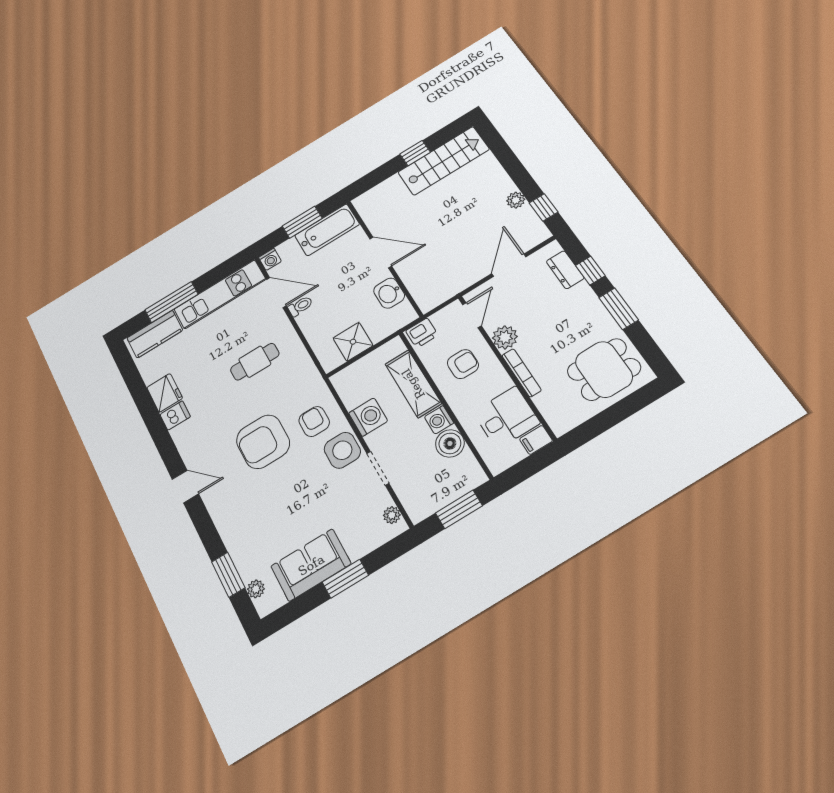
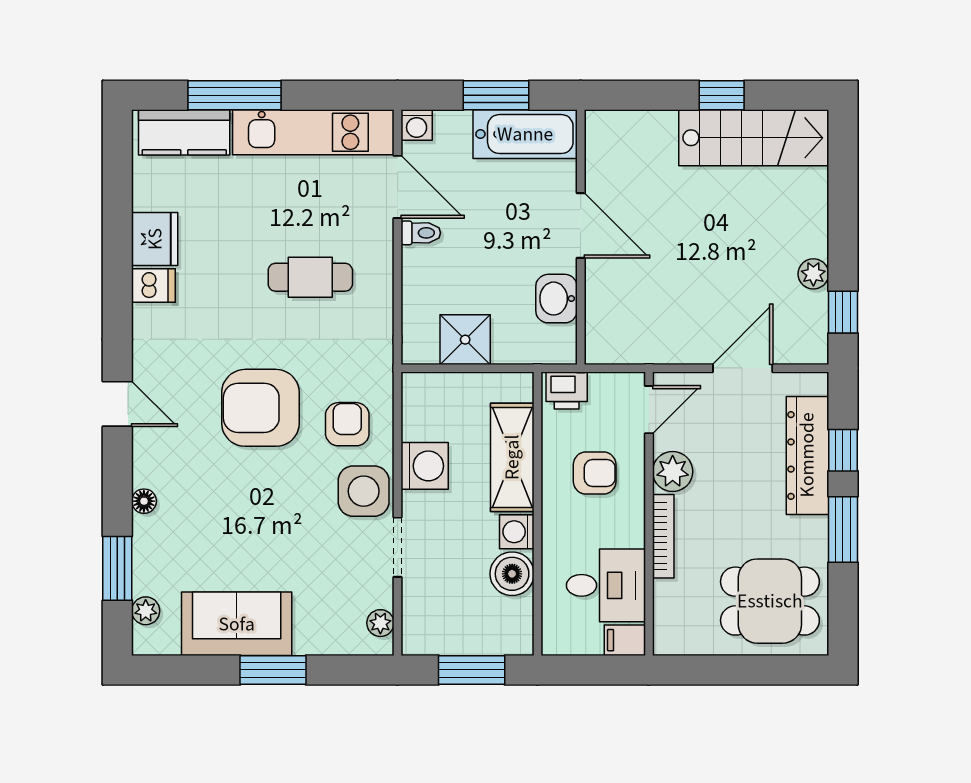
dresser: (565, 270) -> (807, 455), width x1.96, depth x1.24
floor lamp: (225, 529) -> (144, 501), added

